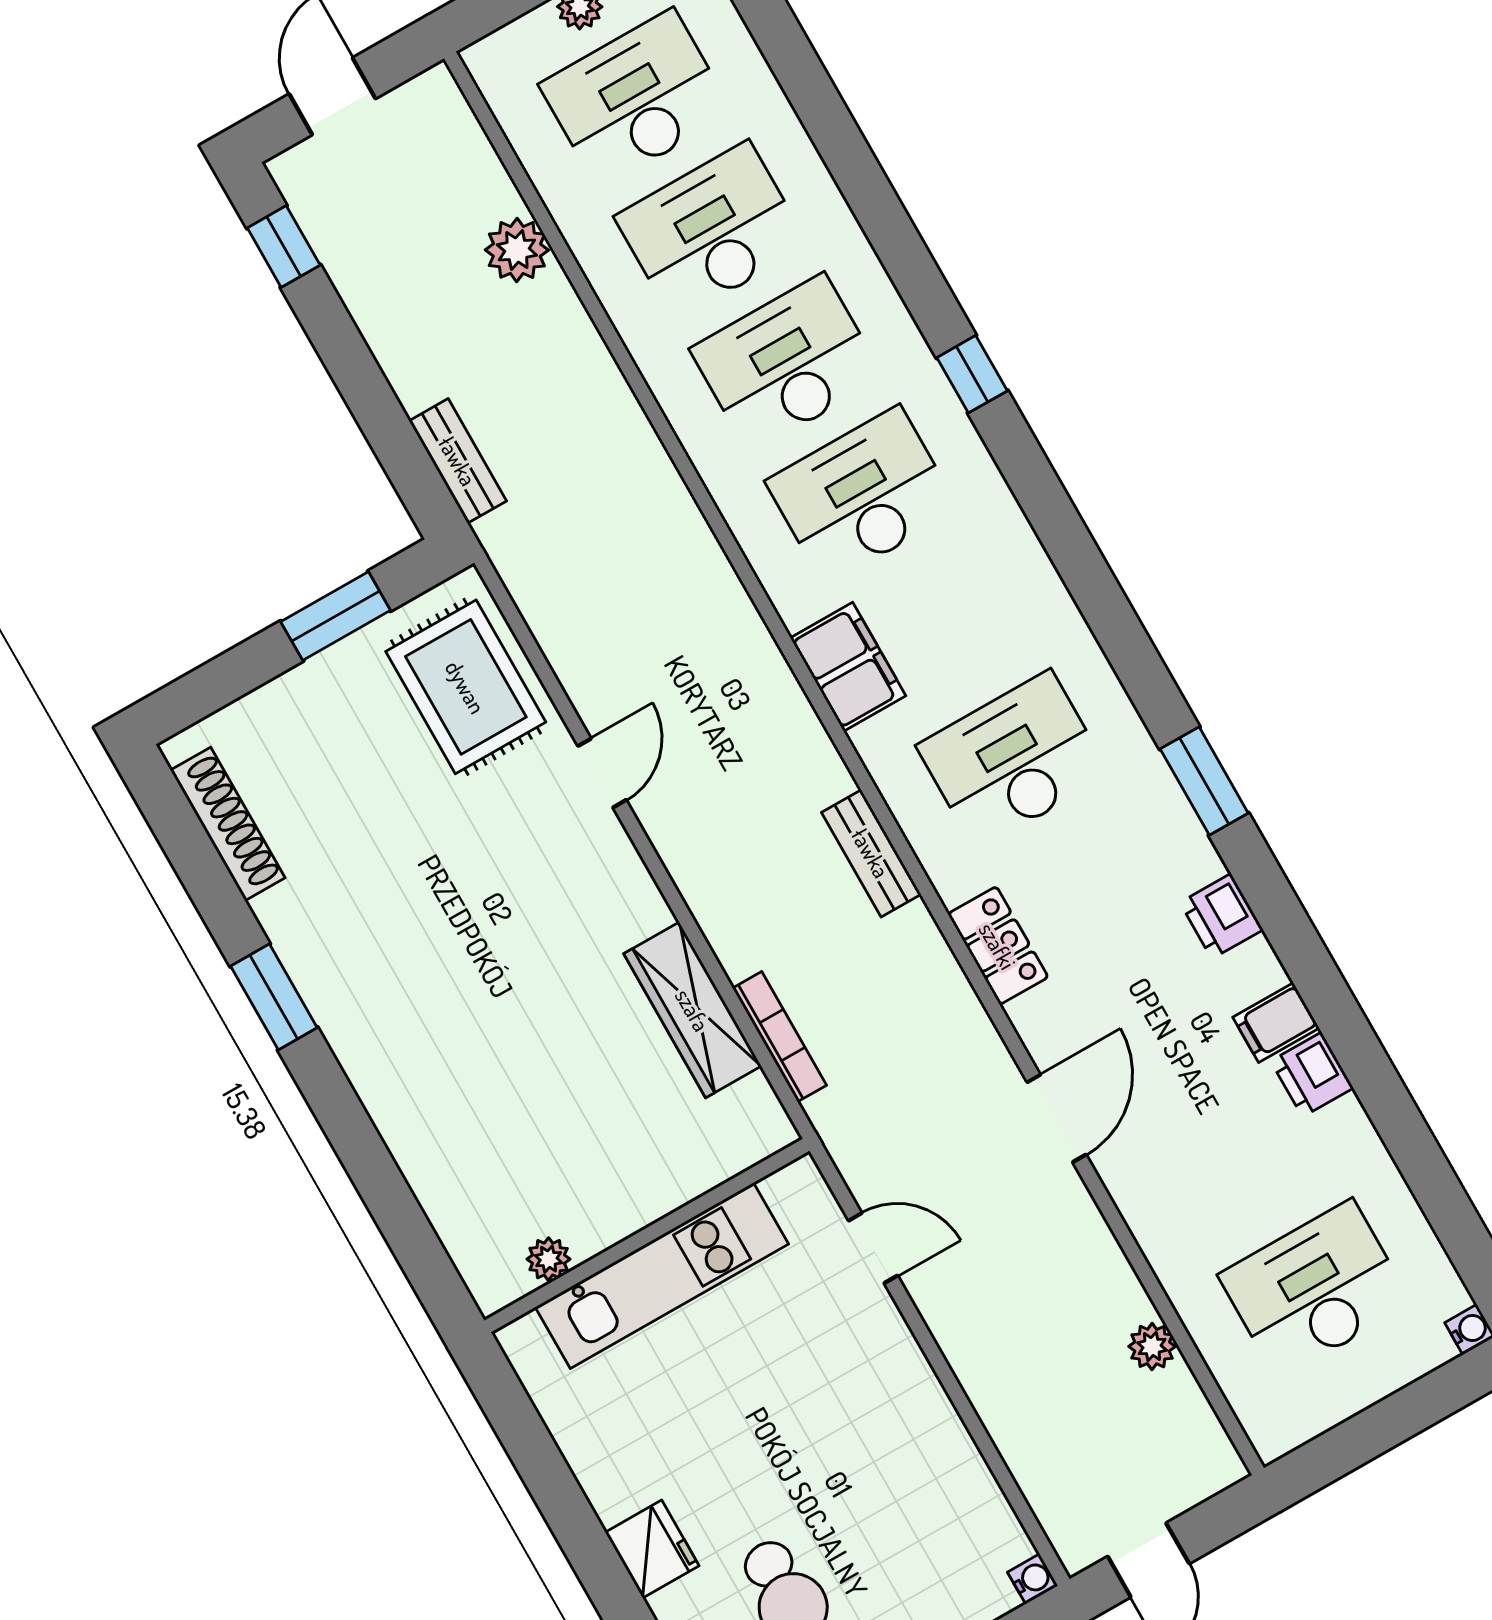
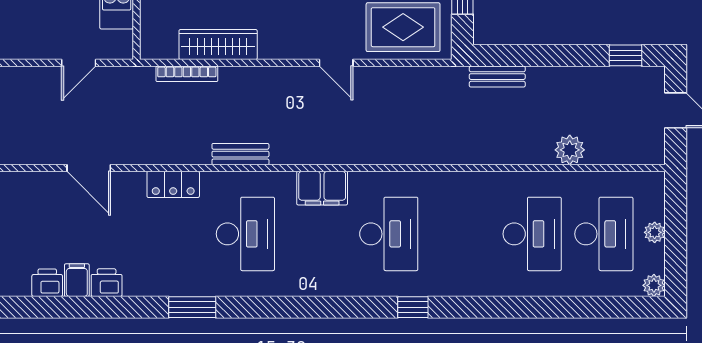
desk: (787, 363) -> (460, 234), removed
printer: (1221, 916) -> (107, 283), moved

